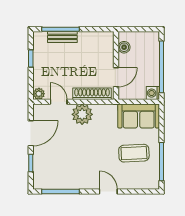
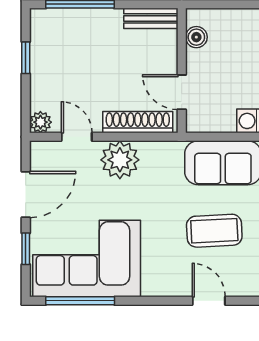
bench: (62, 37) -> (151, 18), moved
door: (116, 77) -> (182, 92), swing flipped
corner sofa: (64, 168) -> (87, 258), added
door: (108, 191) -> (209, 301), moved

